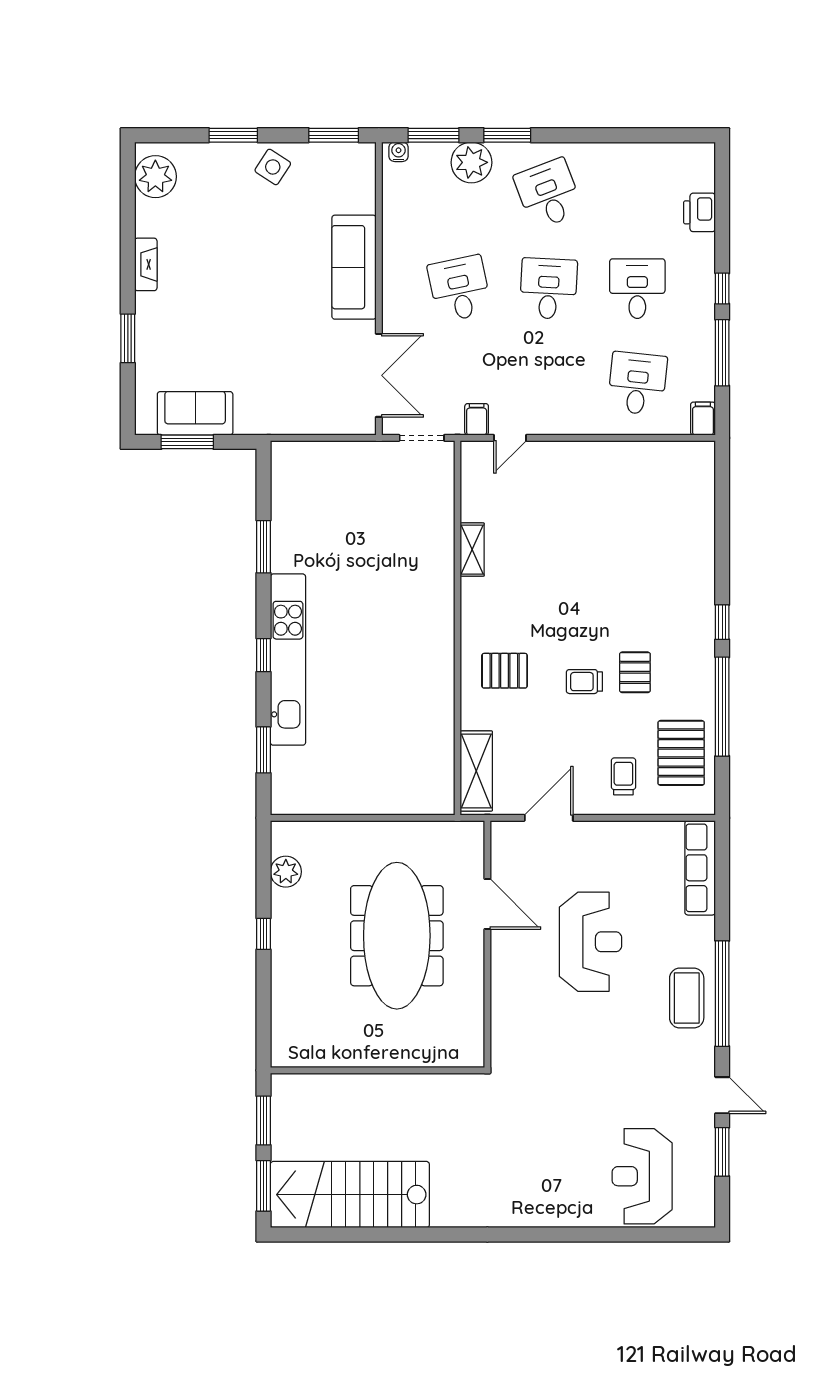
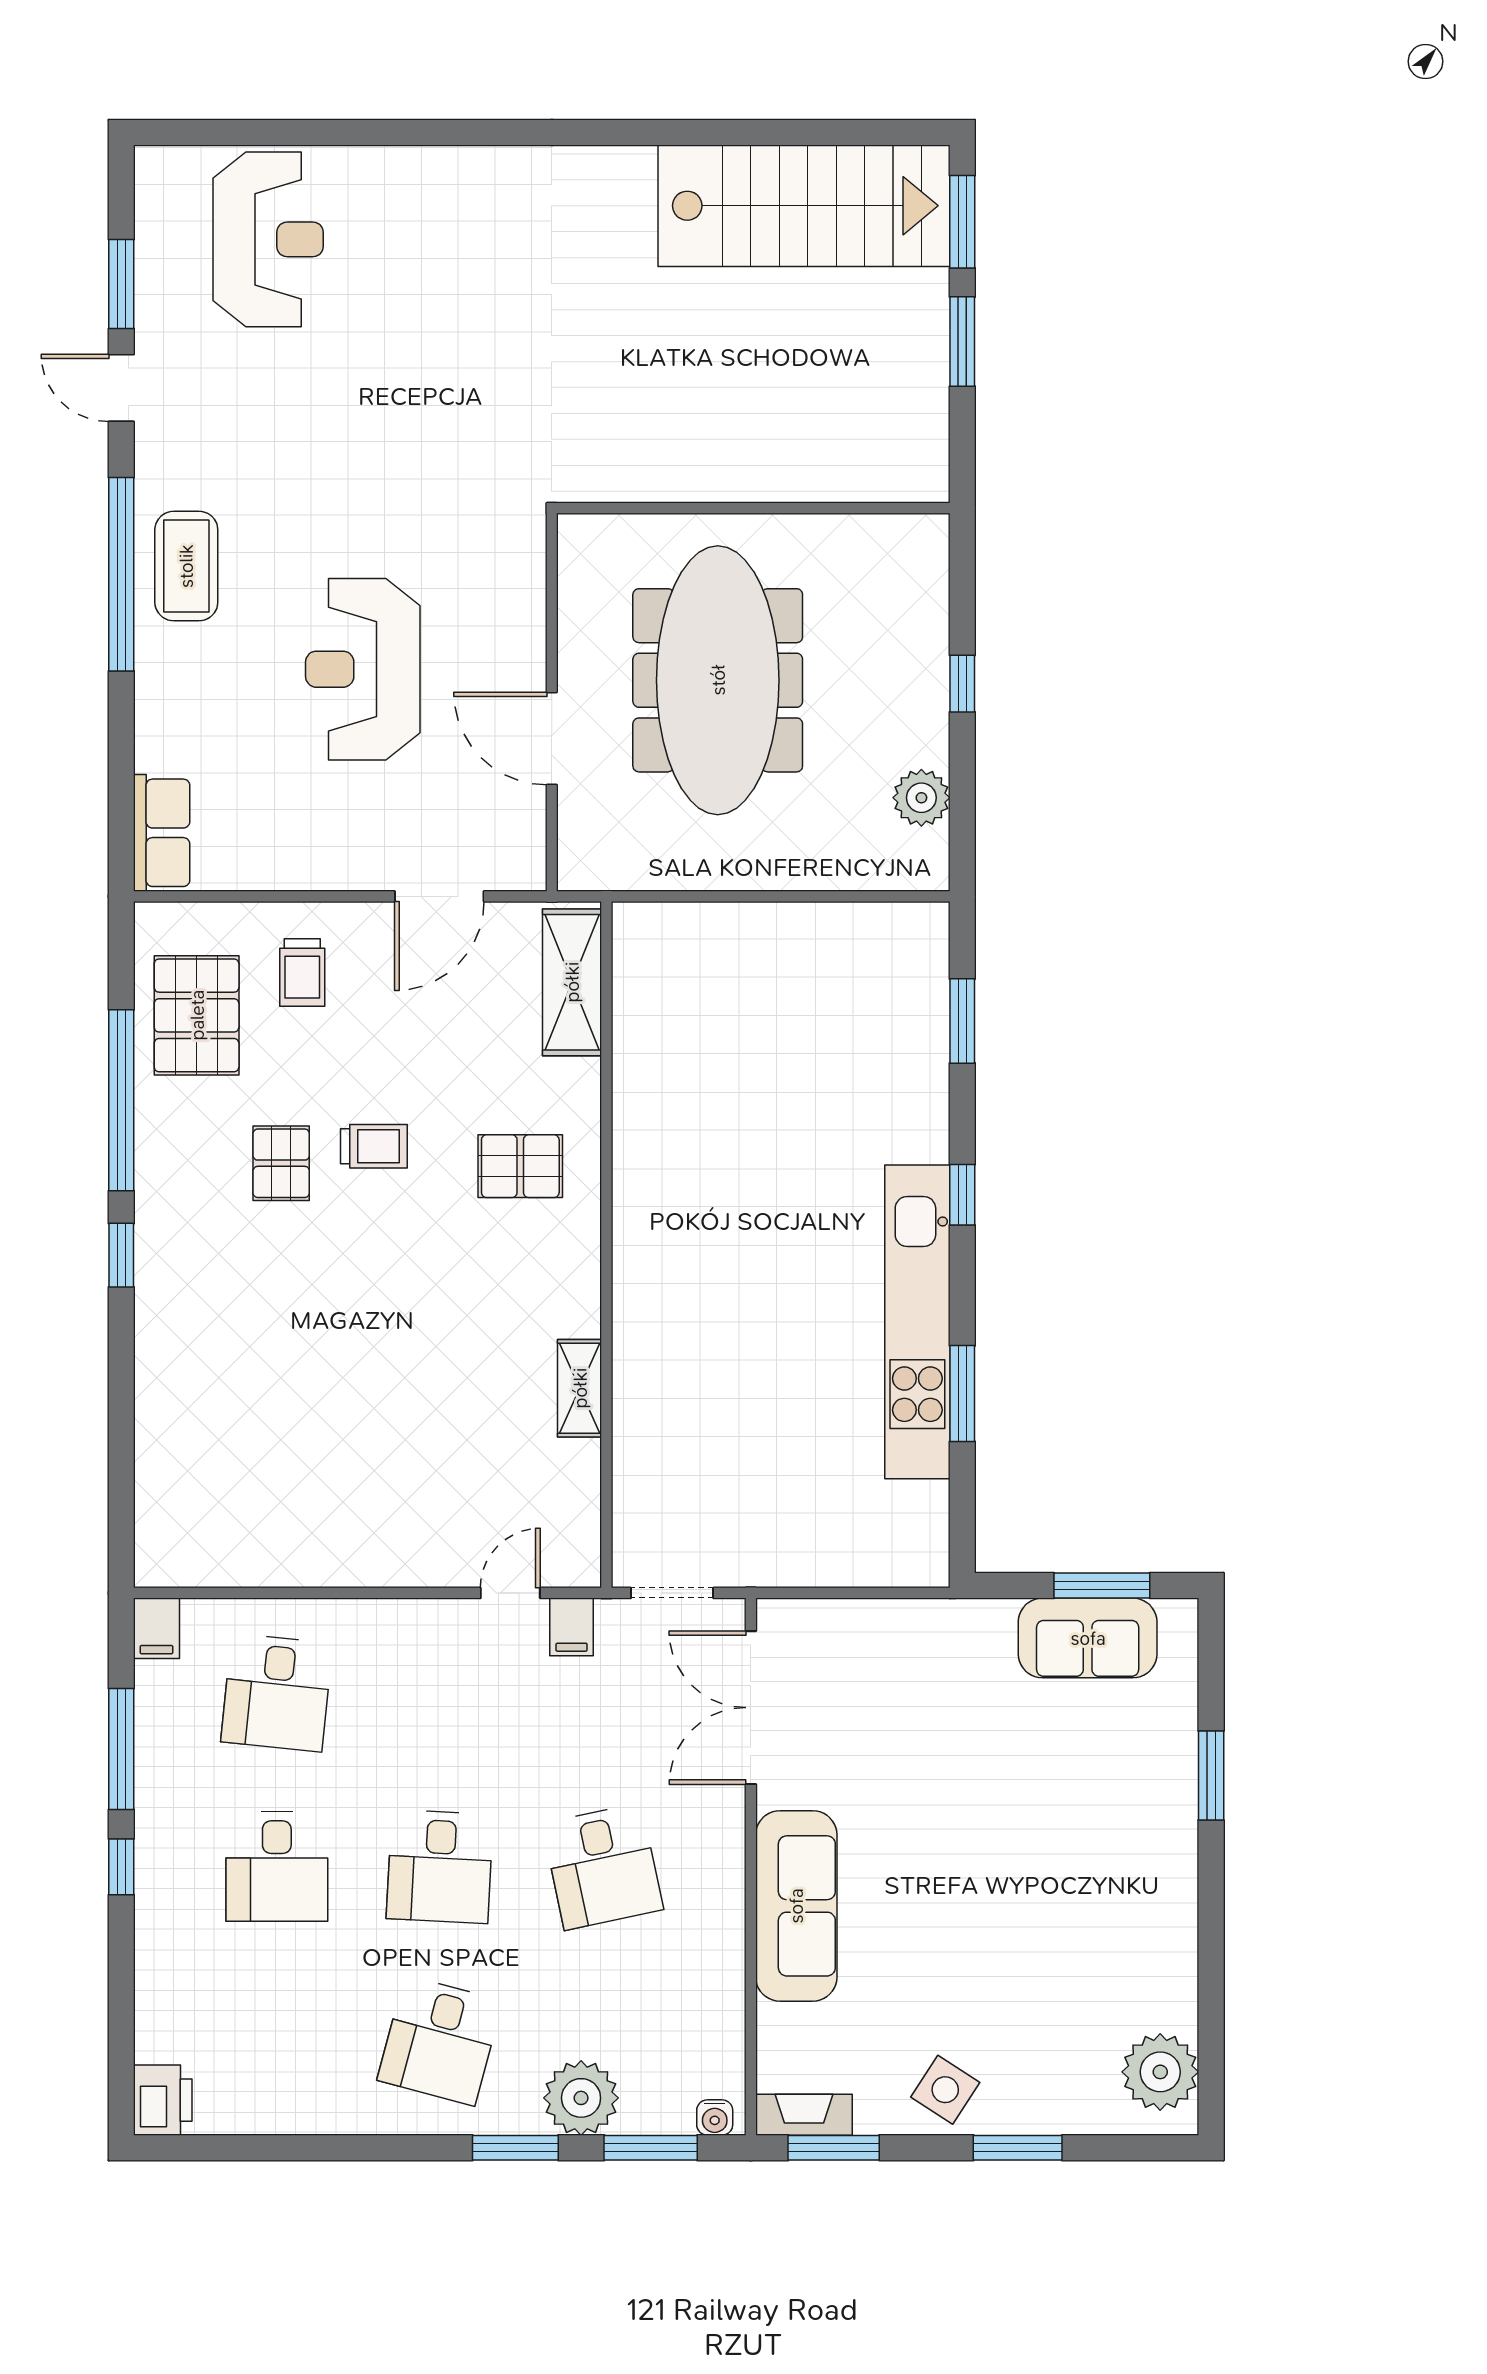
desk: (548, 194) -> (440, 2041), turned 36
printer: (699, 212) -> (163, 2100), moved
fireplace: (146, 264) -> (804, 2115), moved, turned 90
kitchen unit: (288, 660) -> (917, 1322), moved
row of seats: (700, 868) -> (162, 833), width x0.68
wall: (377, 1070) -> (753, 508), moved

